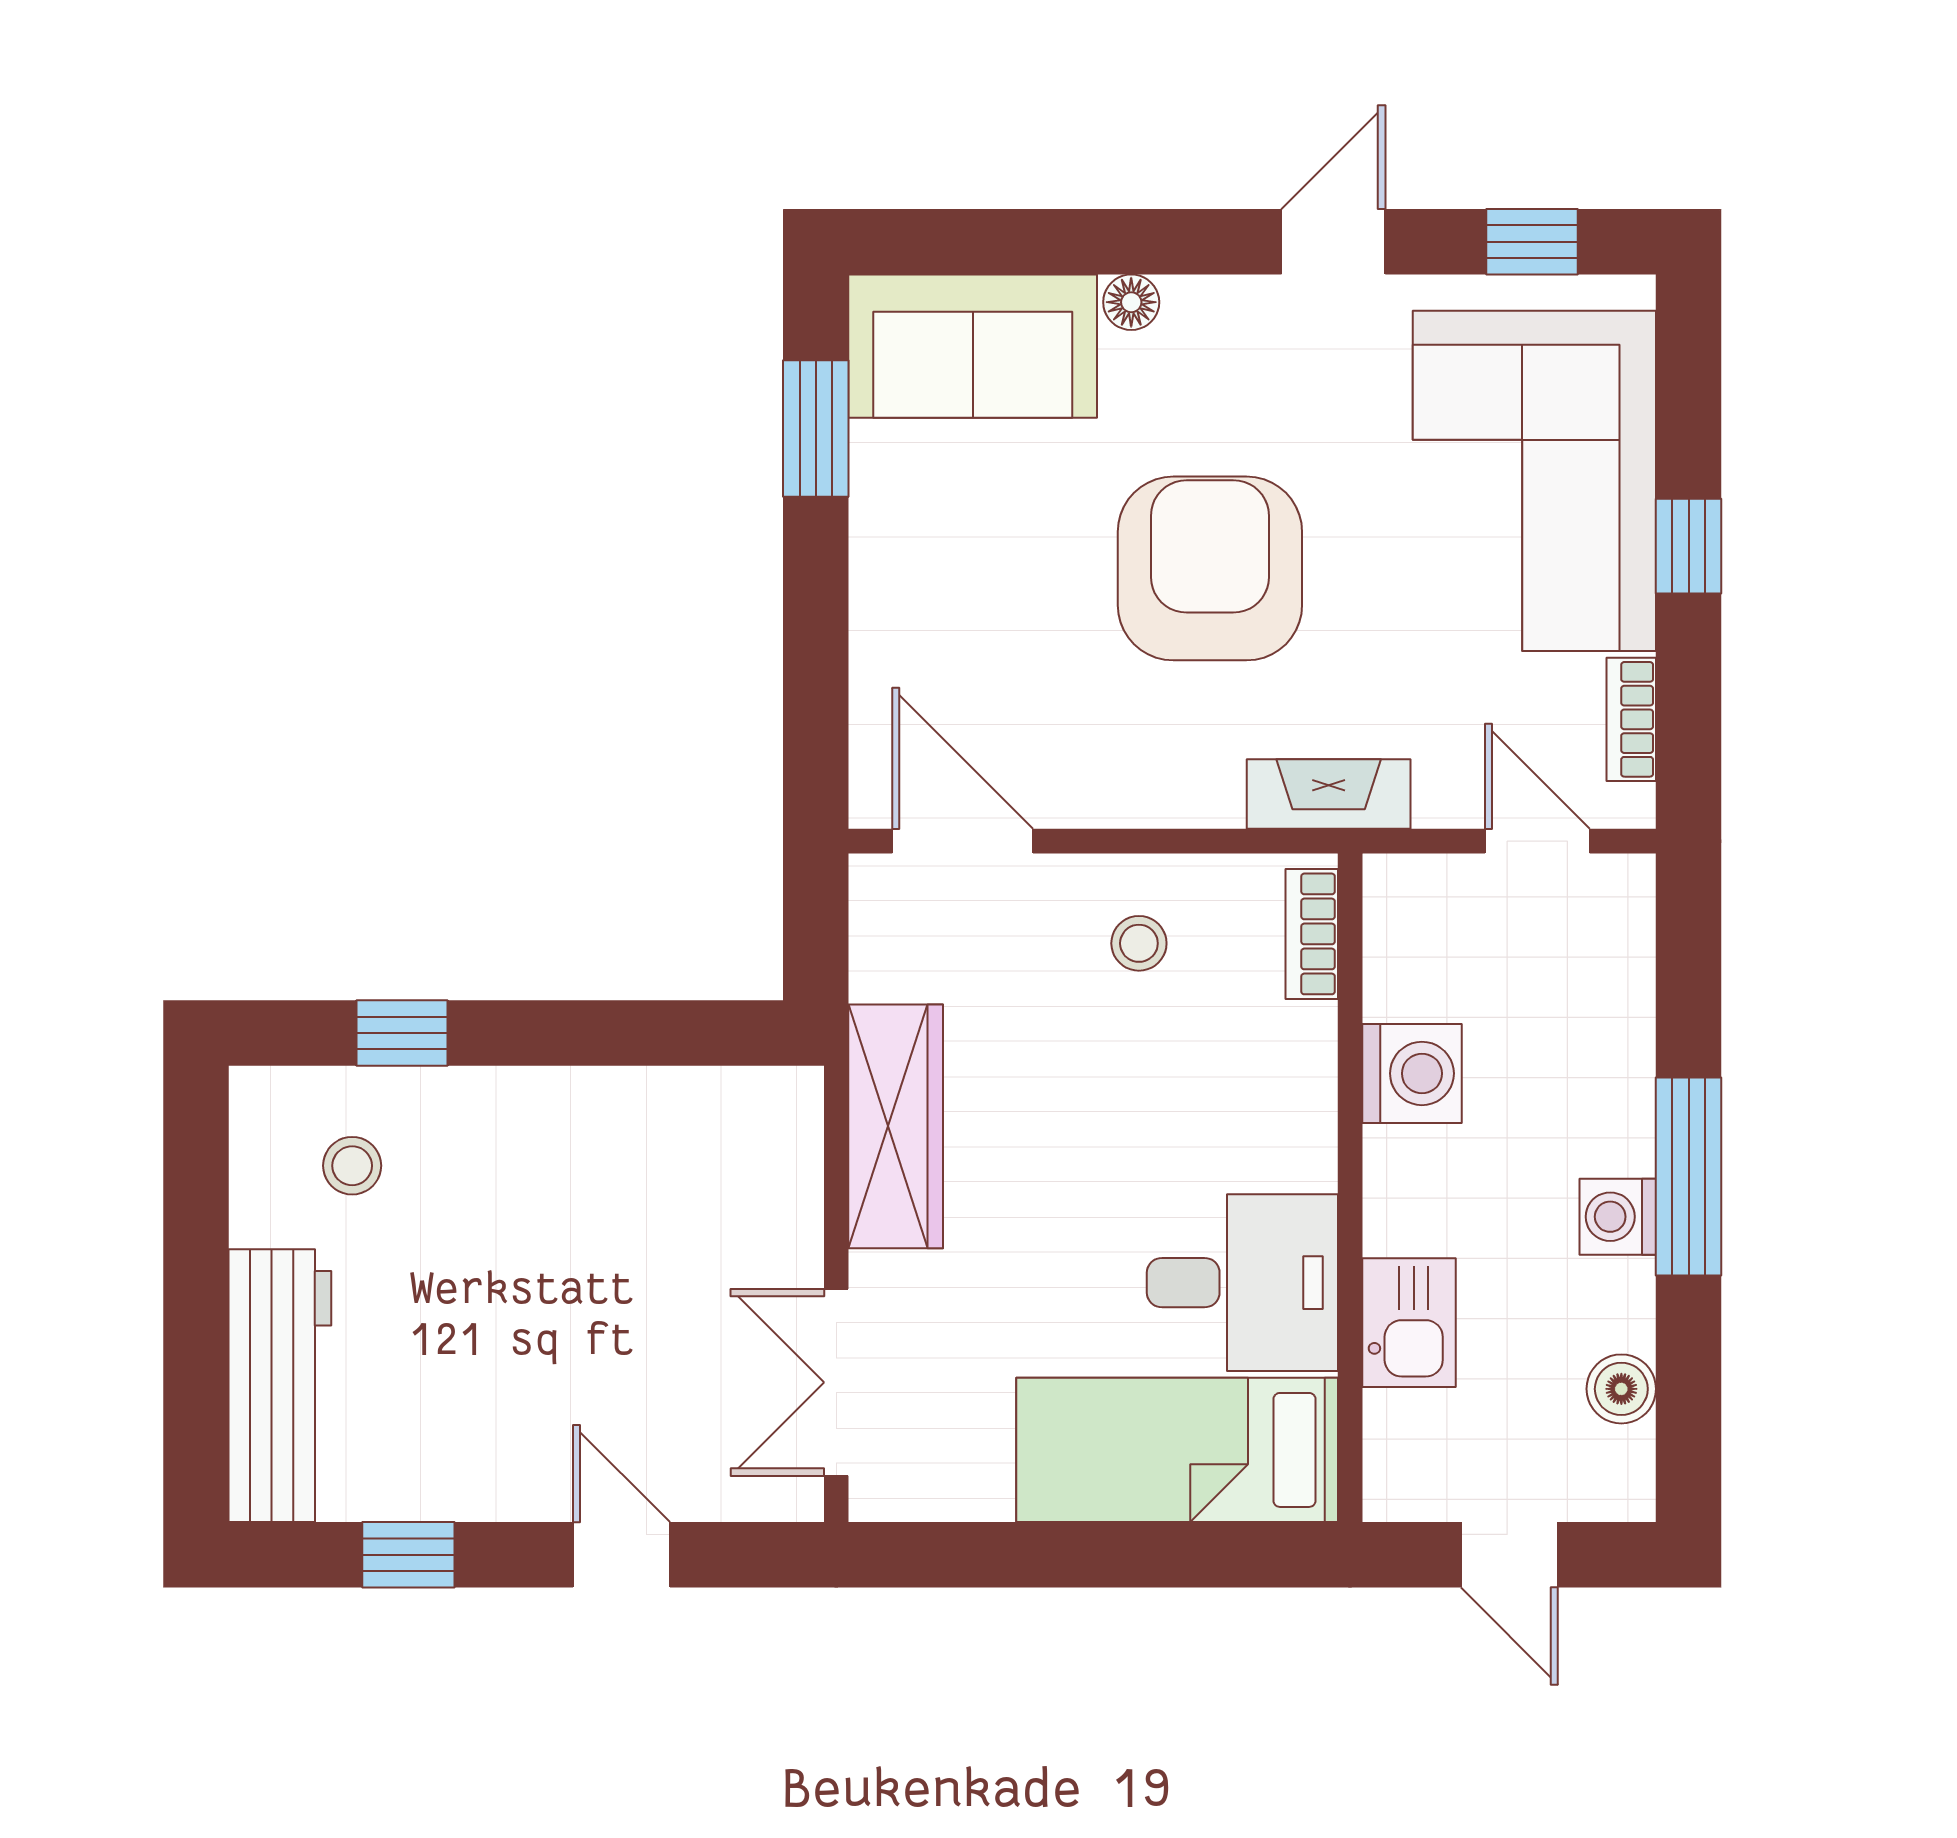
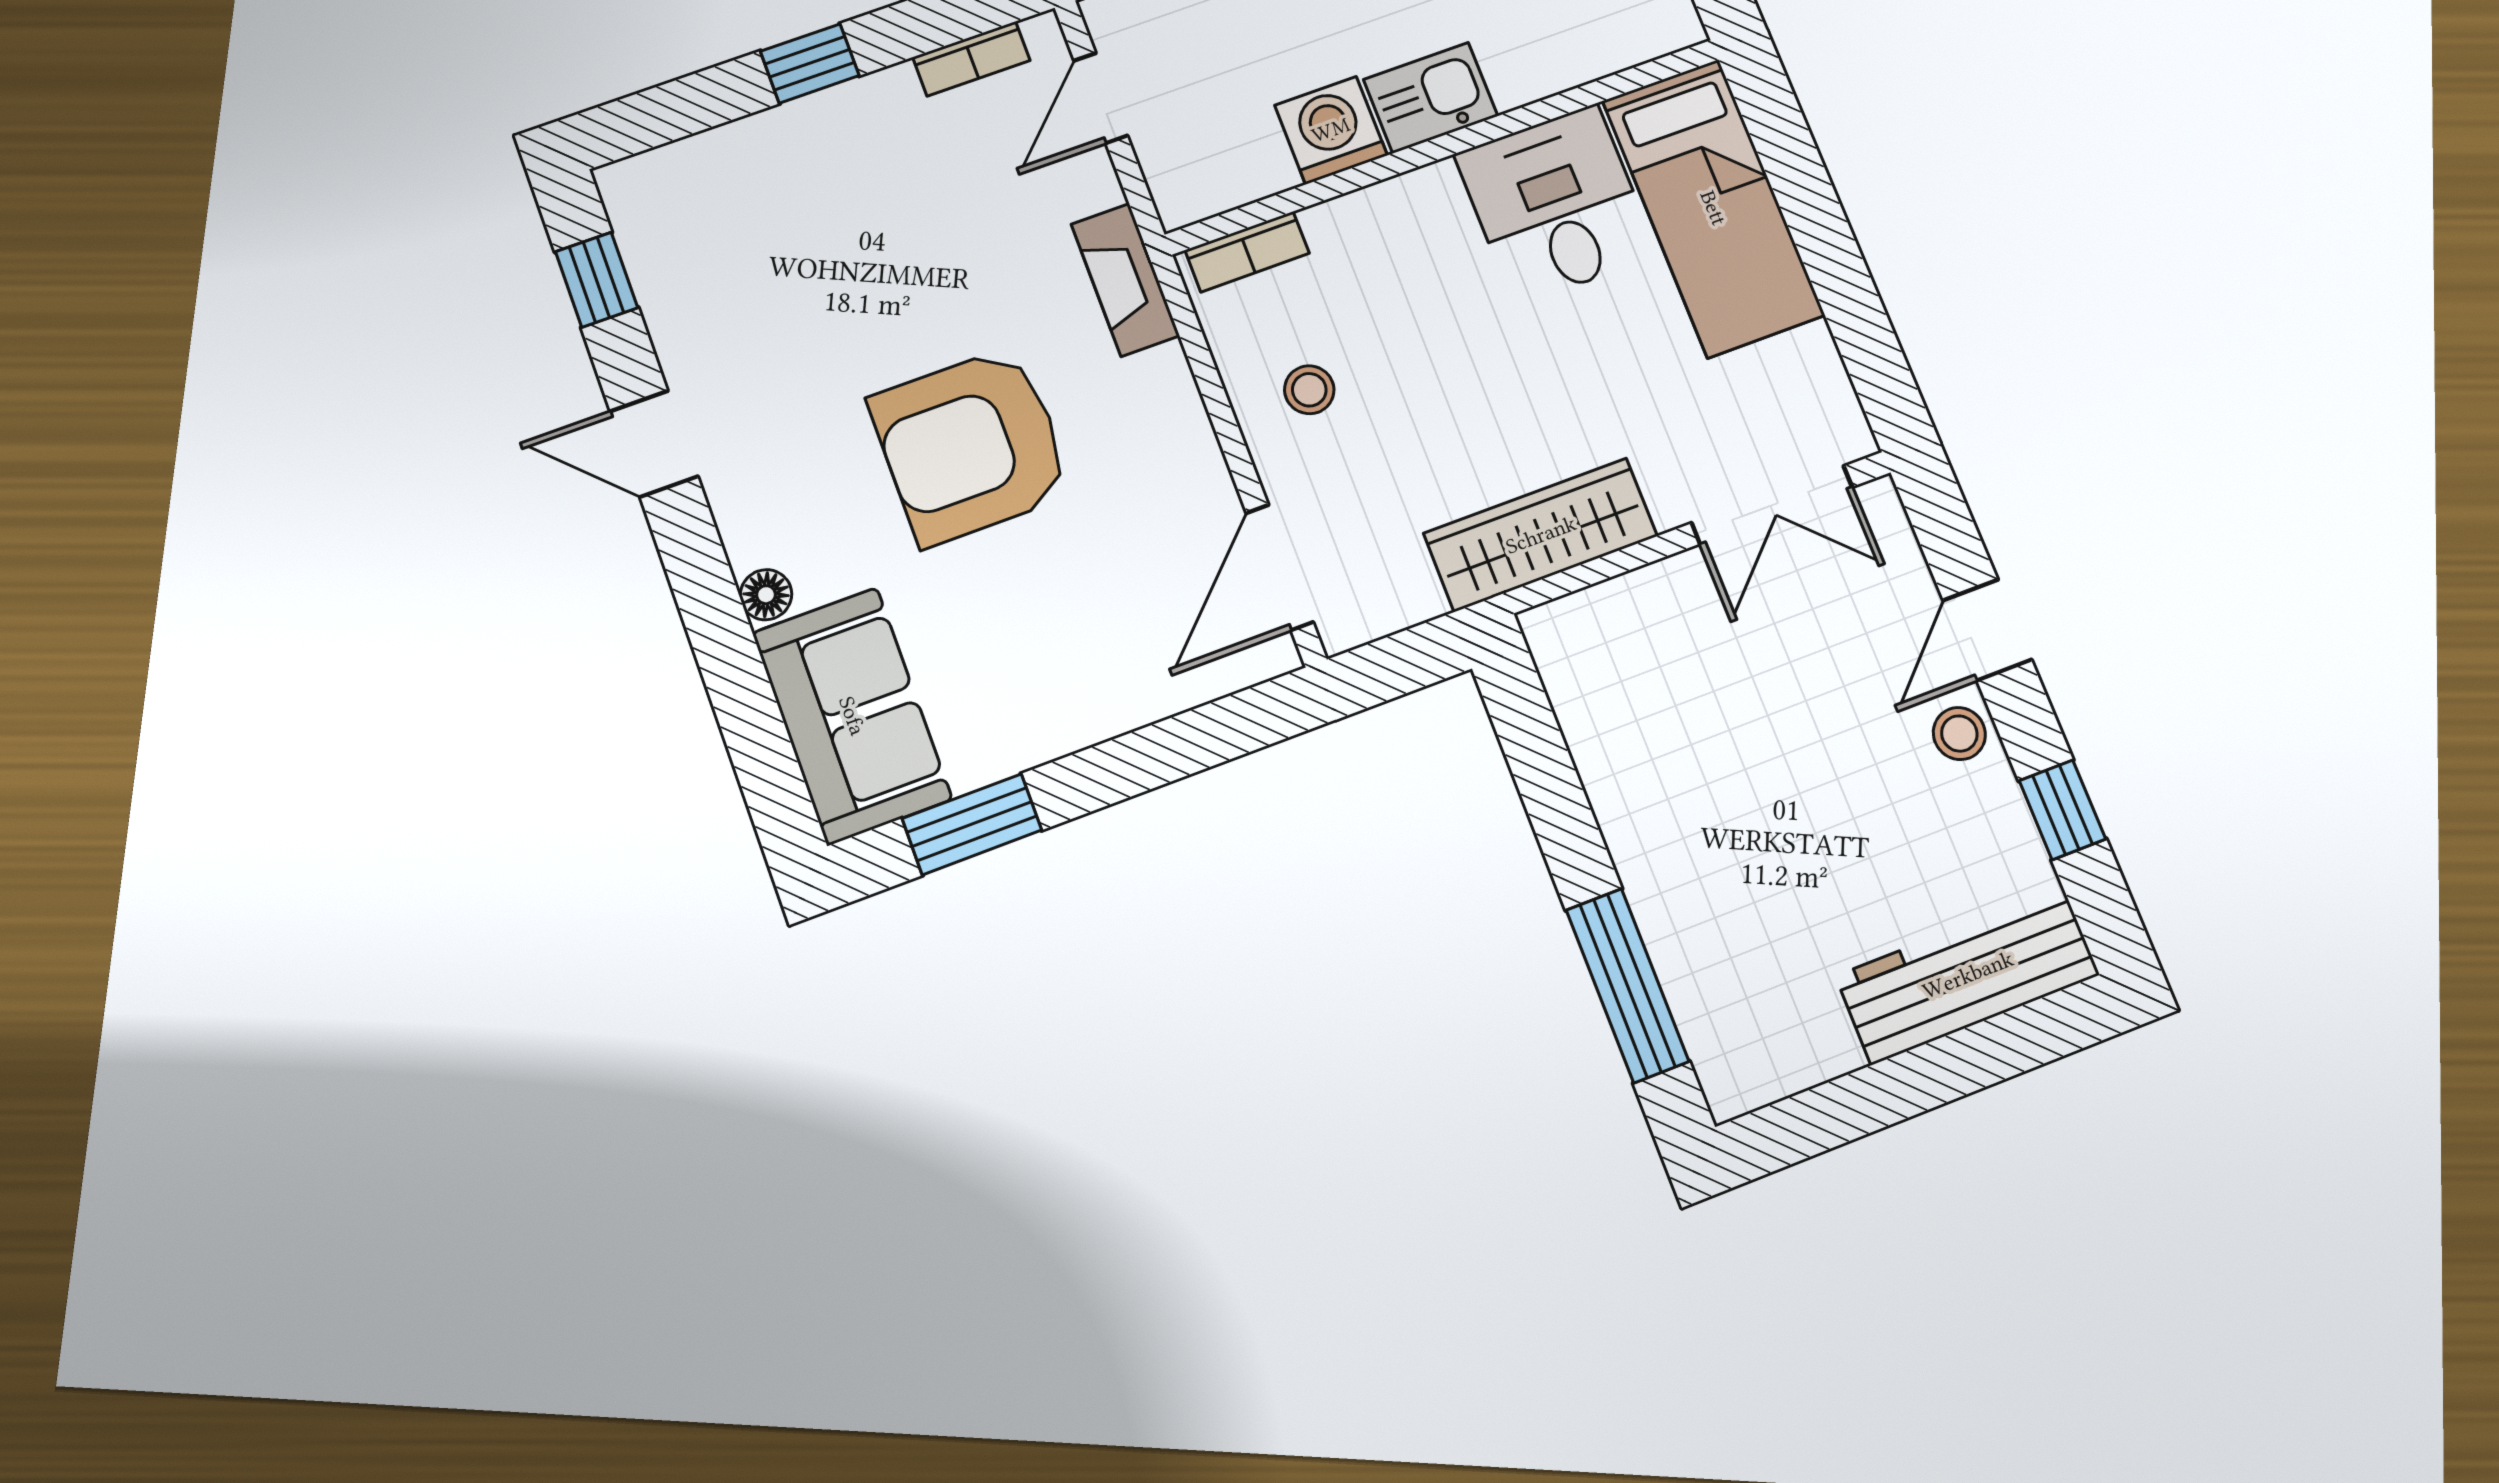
corner sofa: (1534, 481) -> (800, 206), removed
window: (402, 1033) -> (1628, 986), width x2.17
stool: (352, 1166) -> (1959, 734), moved
kitchen sink: (1409, 1323) -> (1431, 98), moved

